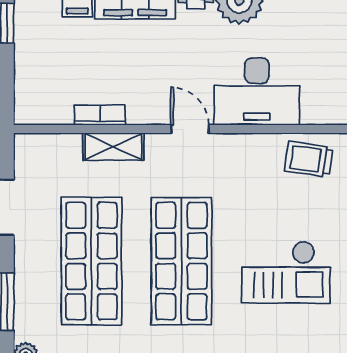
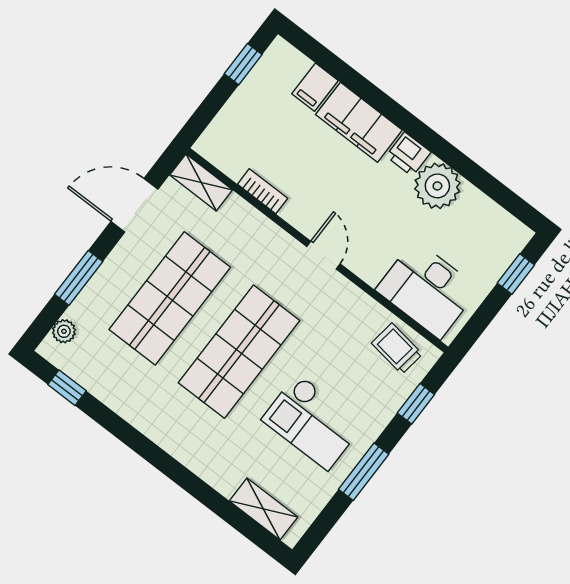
desk: (257, 92) -> (427, 289), moved
shelving: (113, 147) -> (201, 182), moved

